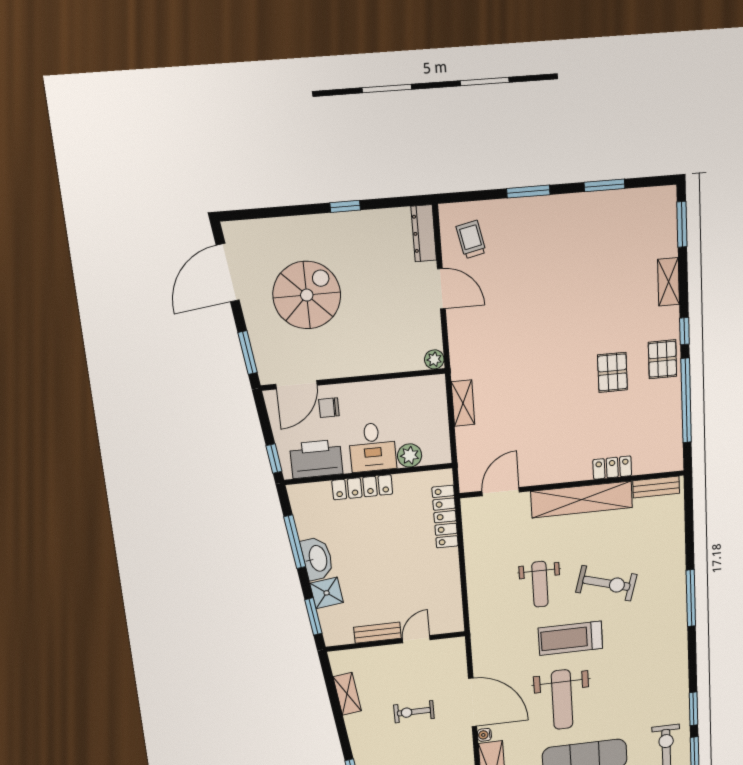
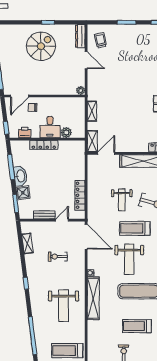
spiral stairs: (307, 295) -> (41, 46), moved
printer: (316, 459) -> (25, 132), width x0.53, depth x0.68
shelving: (469, 469) -> (92, 141), added
locker: (445, 517) -> (80, 195), moved
door: (473, 702) -> (86, 237), moved

